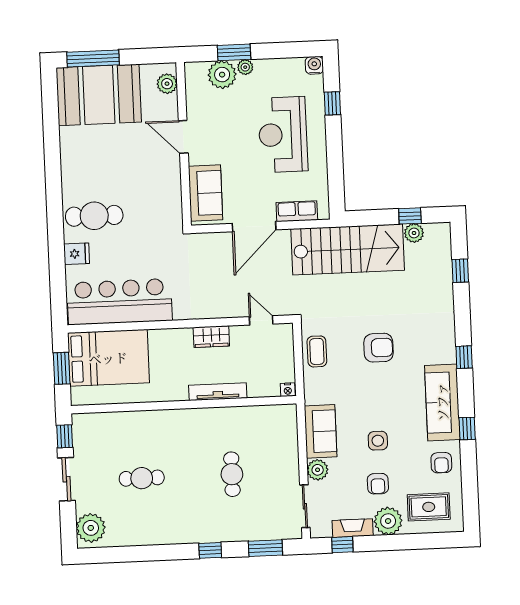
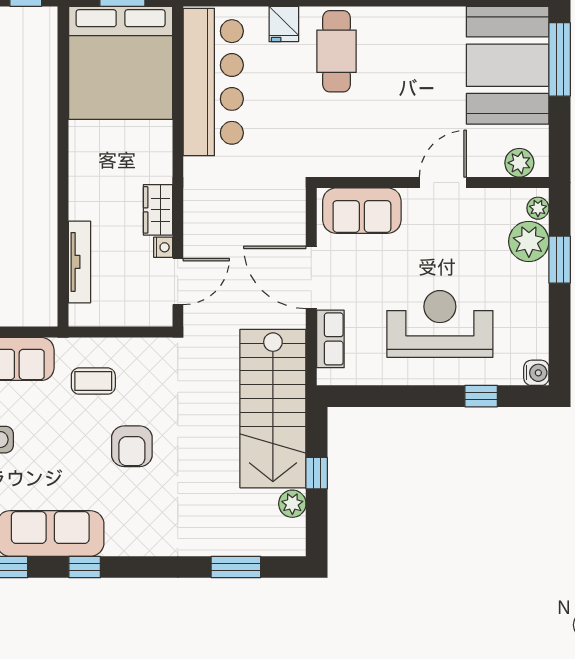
plant: (245, 67) -> (538, 208), moved
window: (410, 216) -> (317, 473), moved
window: (460, 271) -> (236, 567), width x1.50
door: (261, 320) -> (178, 282), width x1.38
coffee table: (317, 351) -> (93, 381), moved
window: (464, 357) -> (85, 567), moved
bed: (108, 358) -> (121, 63), width x1.36
nightstand: (288, 390) -> (163, 247), moved, turned 180
tv unit: (218, 392) -> (79, 262), moved

